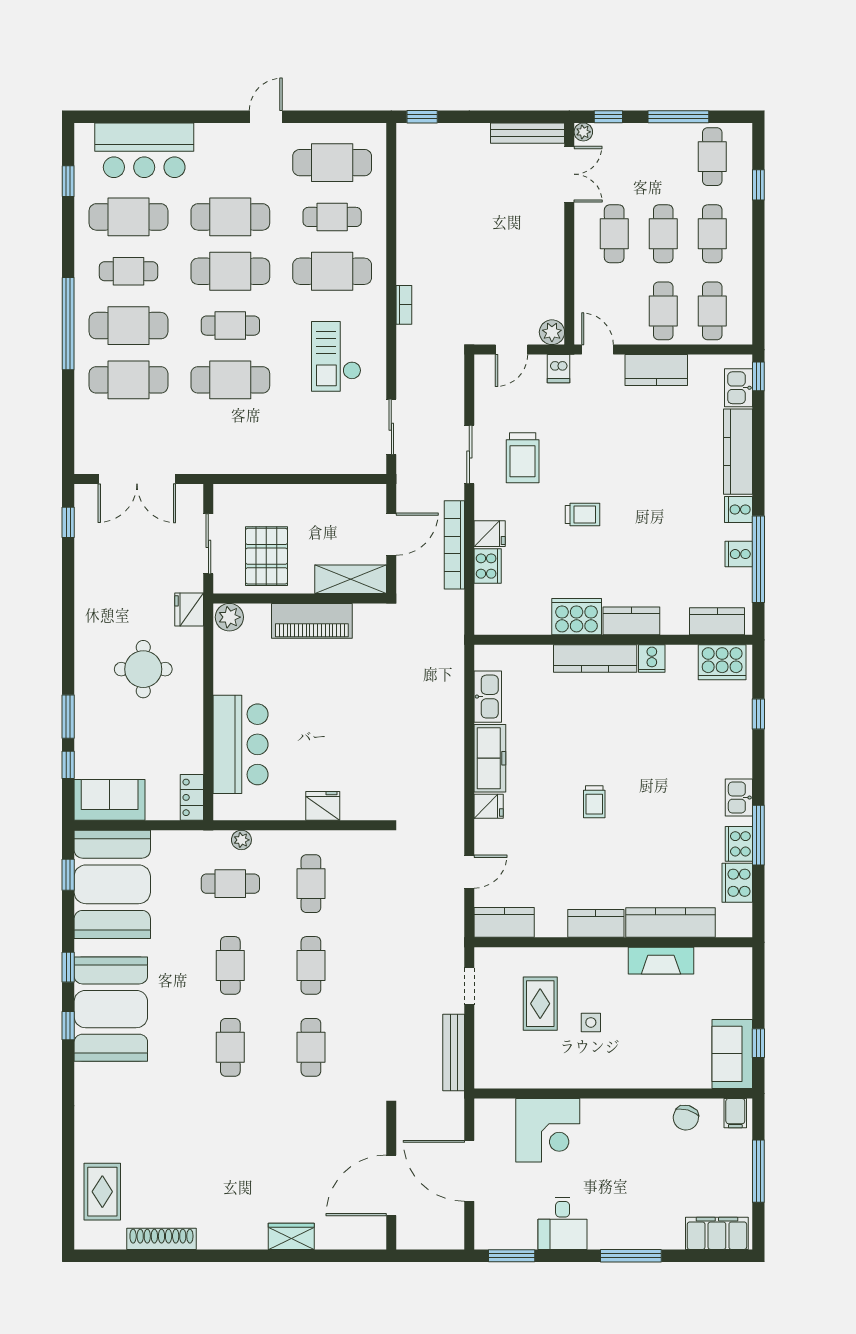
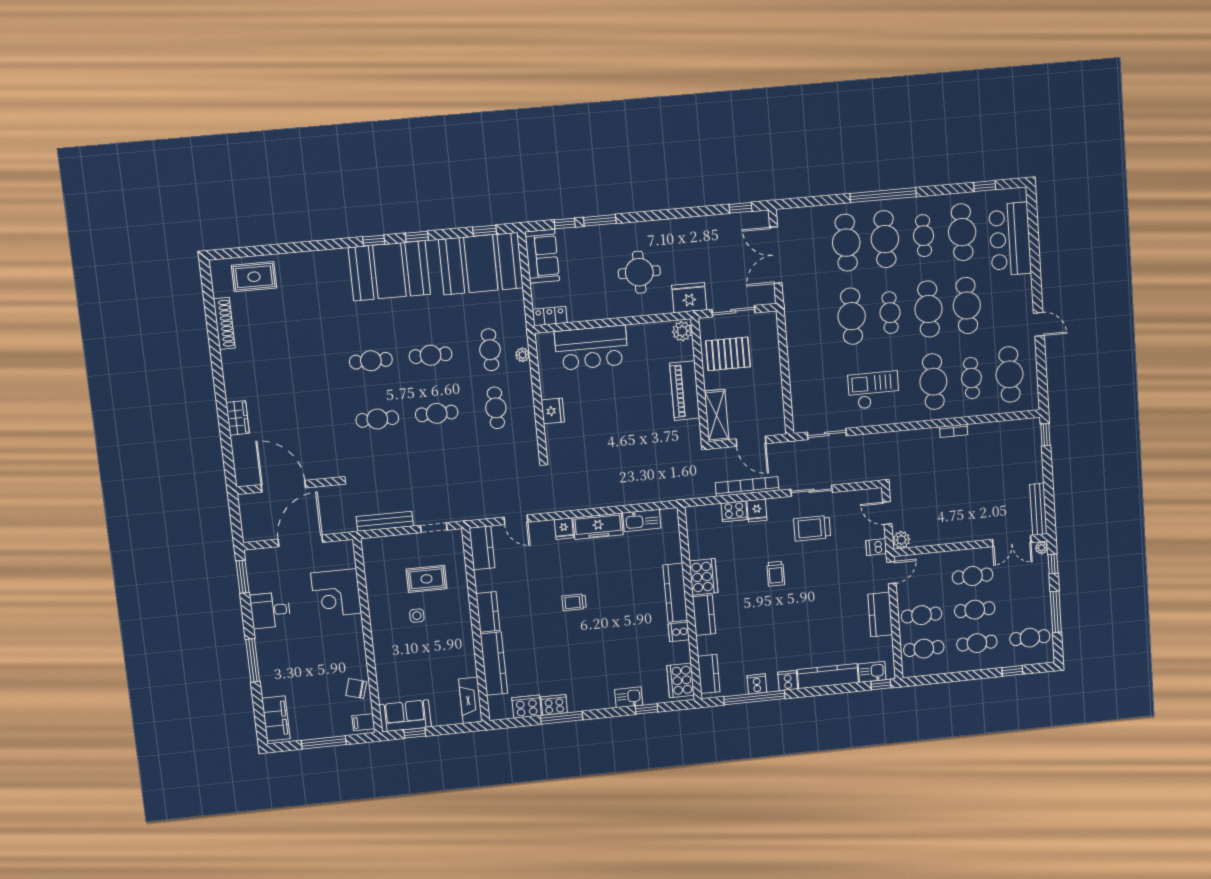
bookcase: (404, 305) -> (954, 431), moved
fridge: (189, 610) -> (689, 298), width x1.36, depth x1.34
kitchen sink: (739, 798) -> (629, 697), moved
cafe table: (311, 884) -> (496, 408), turned 90
fireplace: (661, 961) -> (470, 700), moved

